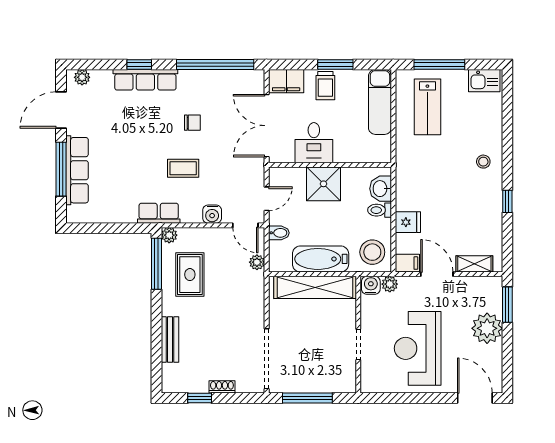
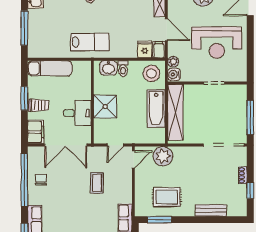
lab bench: (427, 107) -> (90, 42), moved
chair: (192, 123) -> (41, 180), moved
coffee table: (183, 168) -> (97, 183), moved
door: (267, 199) -> (115, 145), swing flipped
water cooler: (212, 214) -> (126, 182), removed
fridge: (408, 222) -> (145, 49), moved
bidet: (279, 233) -> (138, 137), removed
plant: (169, 235) -> (140, 211), removed
plant: (257, 262) -> (163, 156), width x1.88, depth x1.88
window: (156, 264) -> (159, 220), width x0.69
door: (437, 274) -> (166, 30), swing flipped

